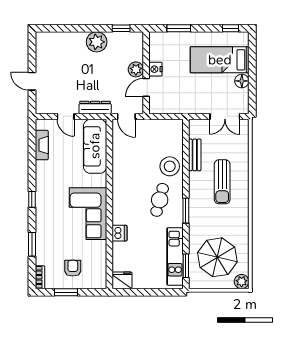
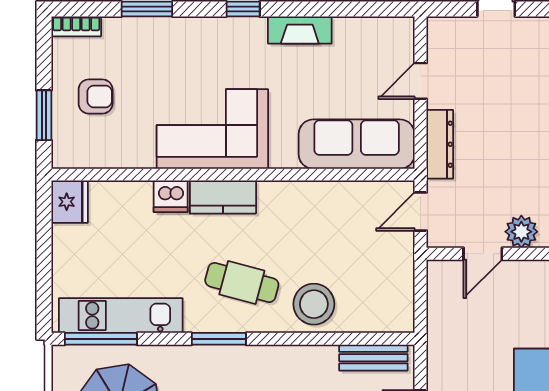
nightstand: (155, 69) -> (522, 274), removed
door: (146, 87) -> (483, 254), swing flipped
fireplace: (42, 145) -> (300, 30), moved
bench: (195, 155) -> (373, 358), moved
kitchen counter: (120, 209) -> (223, 197), added
window: (186, 266) -> (101, 339), width x1.44
window: (66, 292) -> (44, 115), moved

